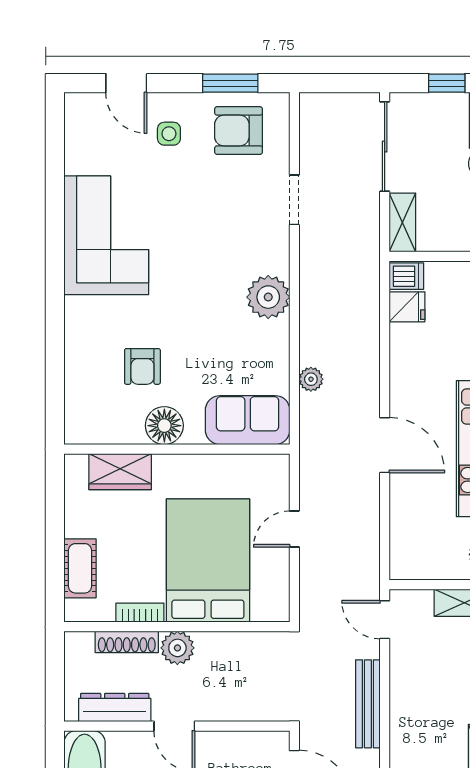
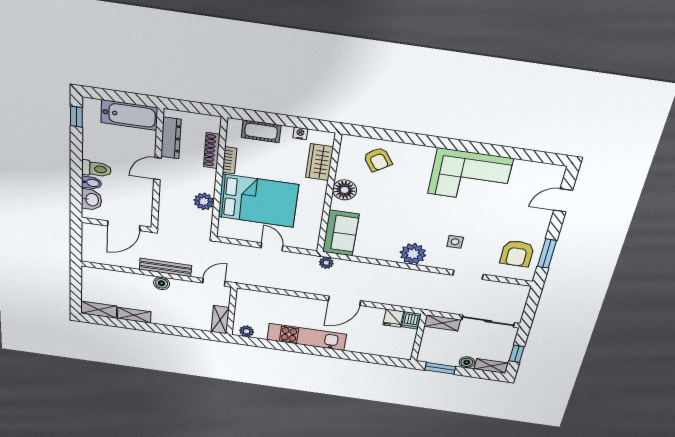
armchair: (239, 131) -> (517, 254), turned 180
side table: (169, 134) -> (455, 242), moved
armchair: (142, 366) -> (378, 159), moved, turned -124
plant: (311, 379) -> (326, 263), moved
door: (385, 445) -> (344, 301), moved
nightstand: (74, 508) -> (300, 133), added
plant: (177, 648) -> (204, 201), moved
boiler: (403, 709) -> (162, 283), added

